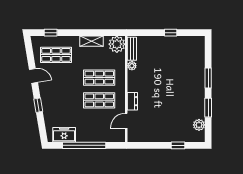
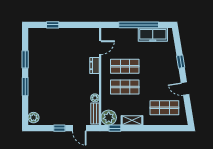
window: (51, 33) -> (115, 128), moved
door: (149, 33) -> (79, 128), added
plant: (199, 125) -> (34, 118), moved
freezer: (64, 135) -> (153, 35), width x1.40

